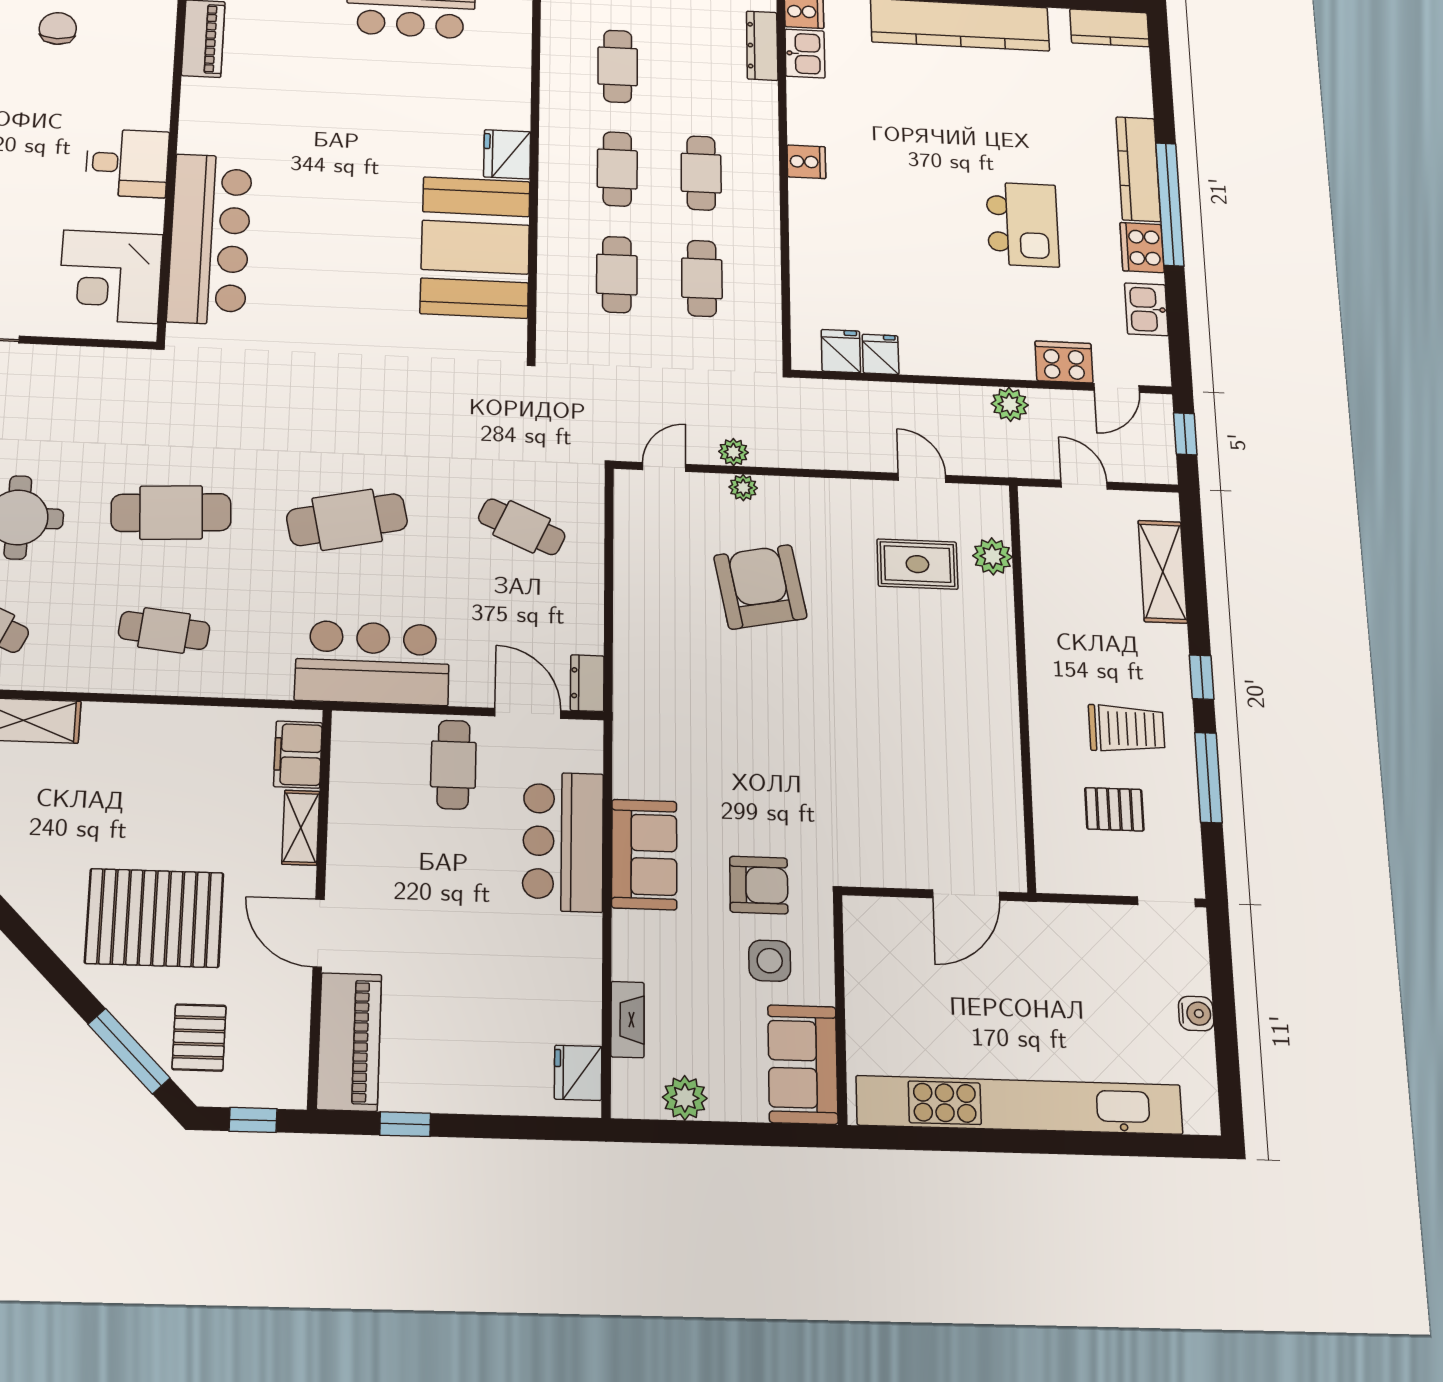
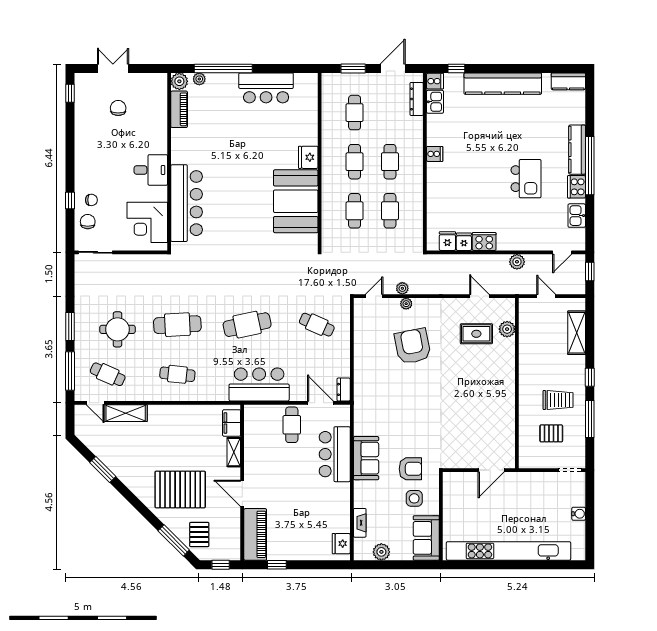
cooker: (1064, 362) -> (484, 241), moved

